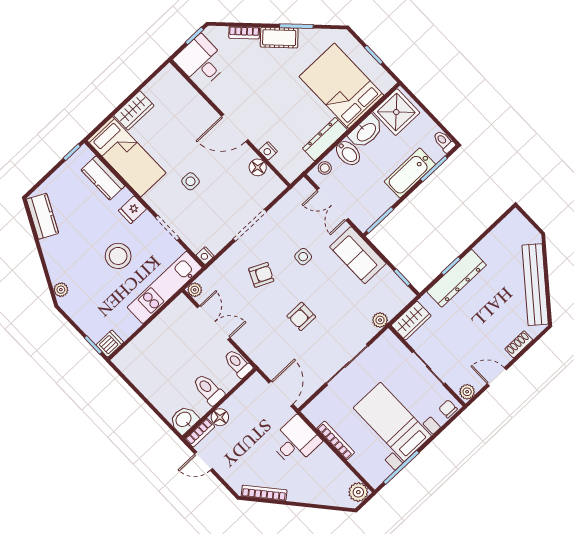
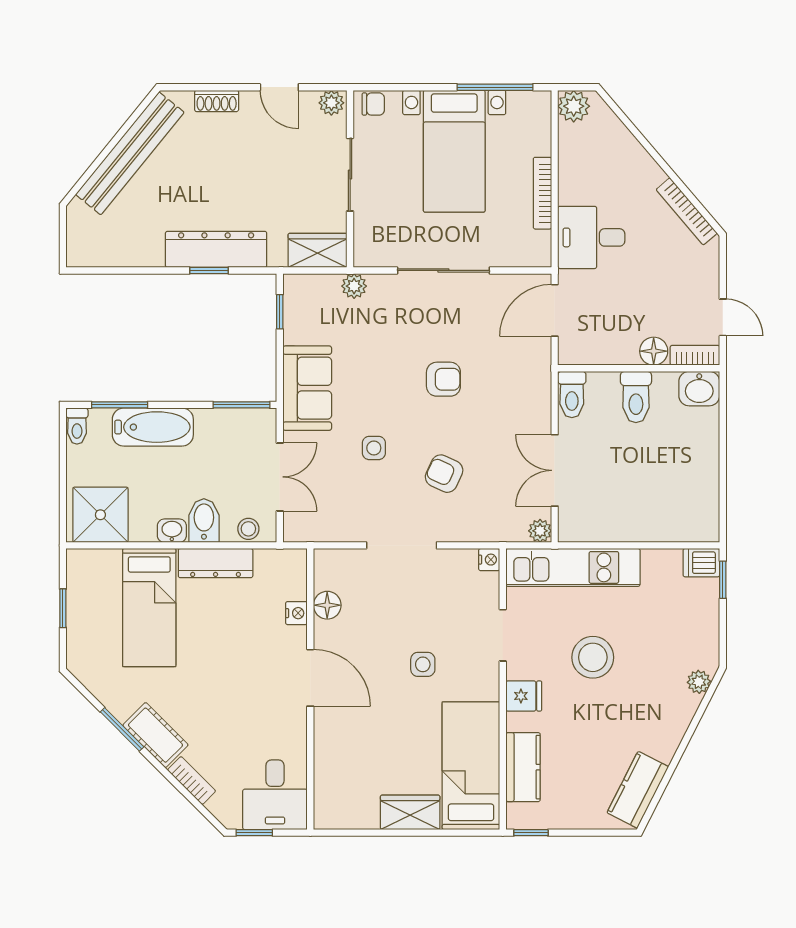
bed: (341, 86) -> (149, 608), width x0.67
washbasin: (366, 132) -> (172, 531), width x0.52, depth x0.69
chair: (448, 409) -> (373, 104), turned -90

